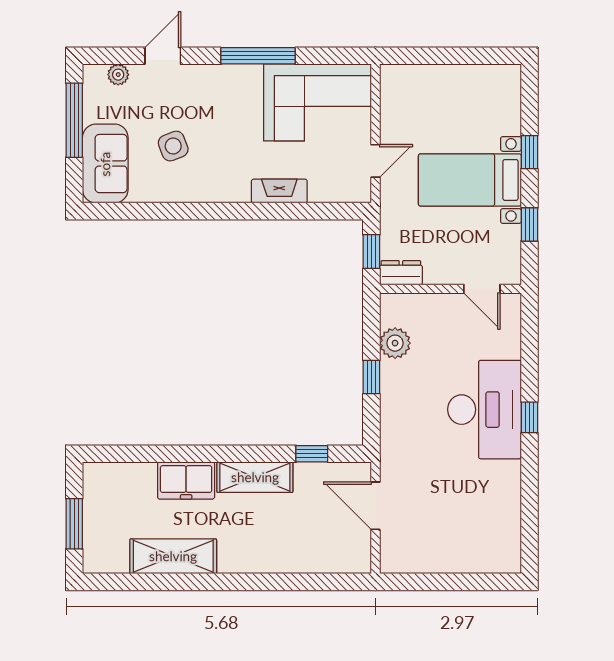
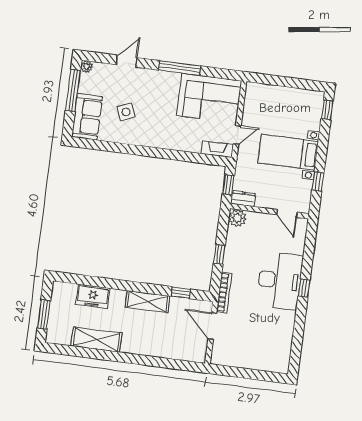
plant: (118, 75) -> (87, 67), moved
window: (529, 152) -> (327, 110), moved
fireplace: (279, 191) -> (217, 149), moved
plant: (395, 343) -> (237, 218), moved
bookcase: (389, 443) -> (224, 292), added
freezer: (186, 480) -> (93, 296), moved

